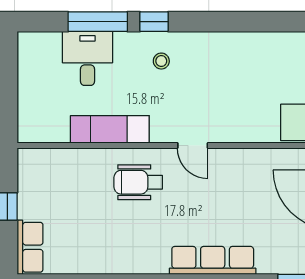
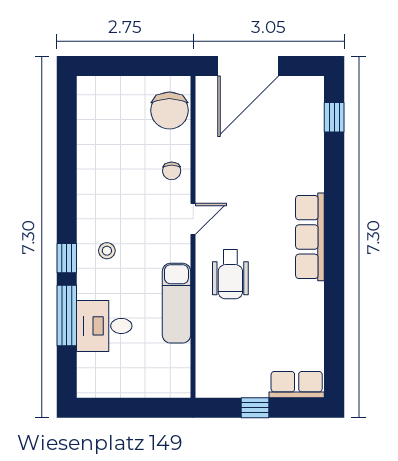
chair: (240, 125) -> (172, 171), added
row of seats: (213, 260) -> (310, 237), moved

